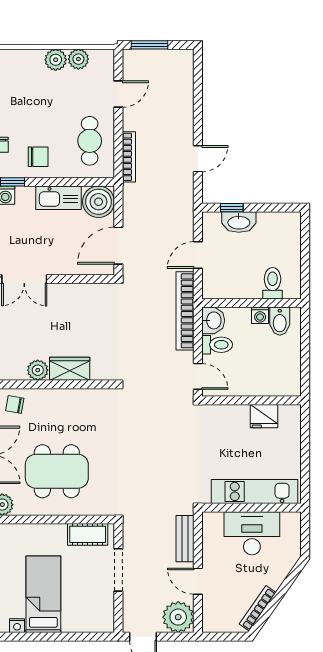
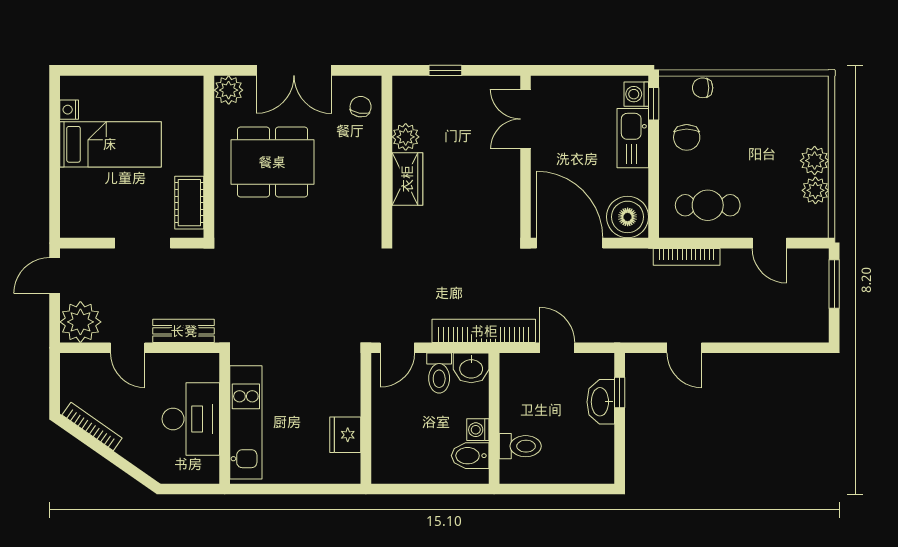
kitchen sink: (58, 198) -> (633, 138), moved
door: (118, 246) -> (570, 243), width x1.36
dining table: (57, 471) -> (272, 162), turned 90
door: (198, 581) -> (128, 348), swing flipped

